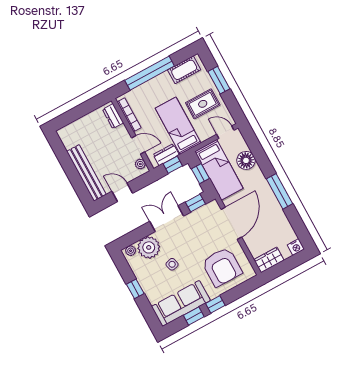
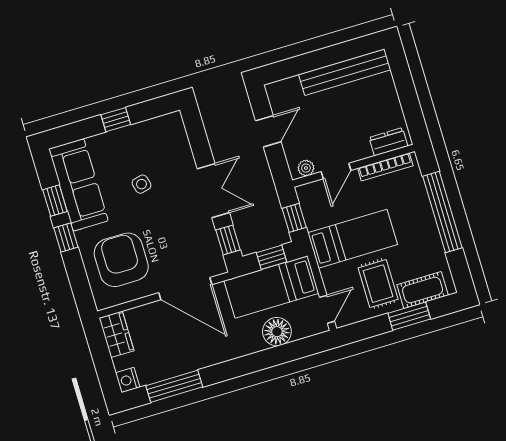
cot: (184, 70) -> (423, 290), moved, turned 90
dresser: (166, 155) -> (312, 211), removed
bench: (86, 173) -> (345, 72), moved
window: (280, 191) -> (174, 386), moved
plant: (149, 247) -> (175, 154), removed
plant: (131, 251) -> (176, 125), removed
armchair: (222, 267) -> (121, 260), turned 90

